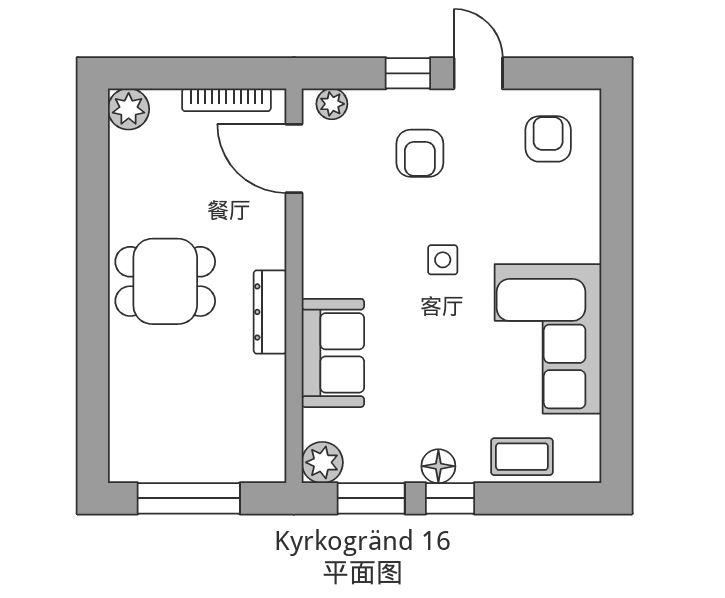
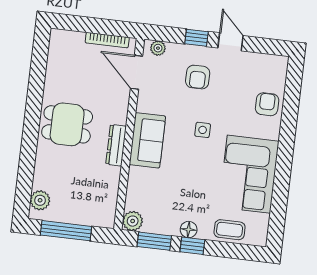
plant: (129, 109) -> (40, 200), moved
armchair: (548, 139) -> (267, 104), moved
sofa: (333, 353) -> (147, 140), moved

